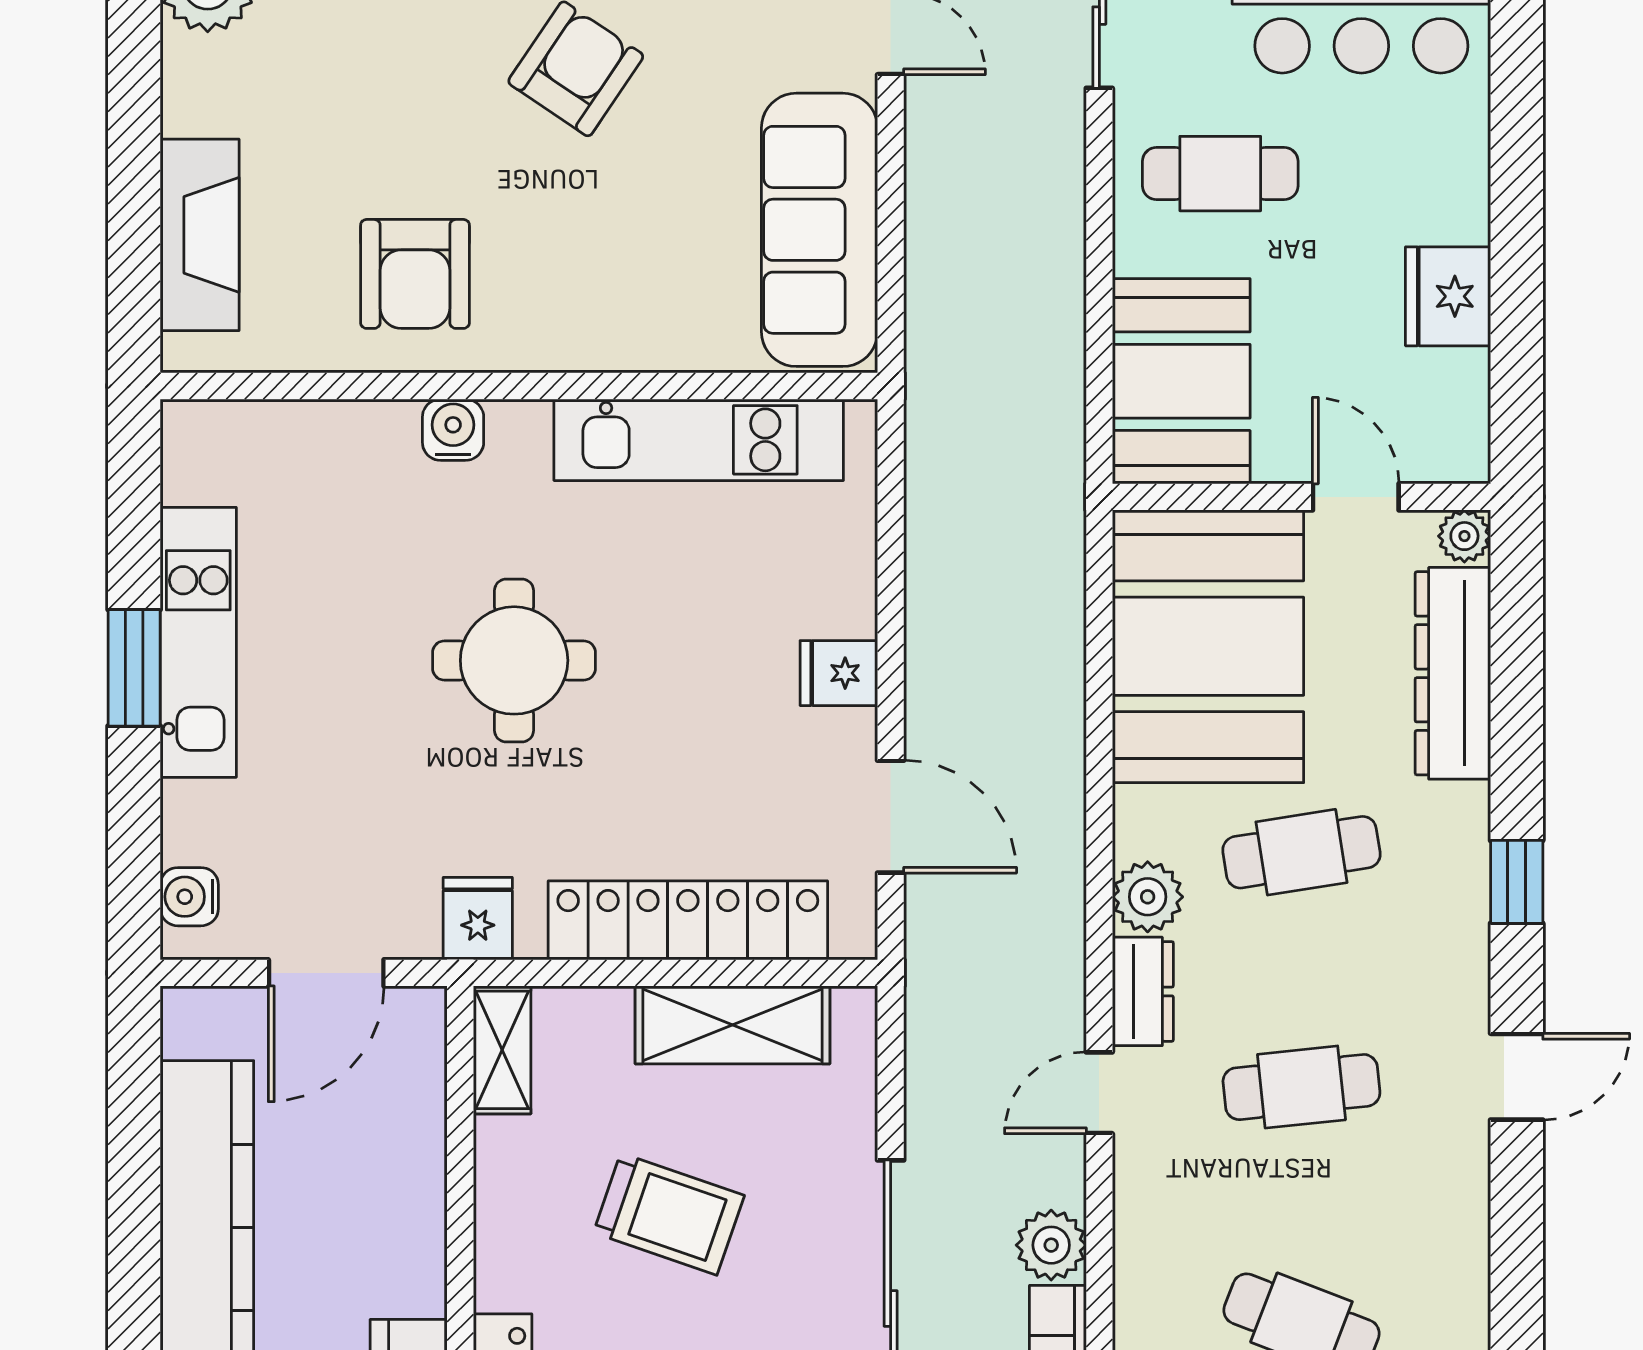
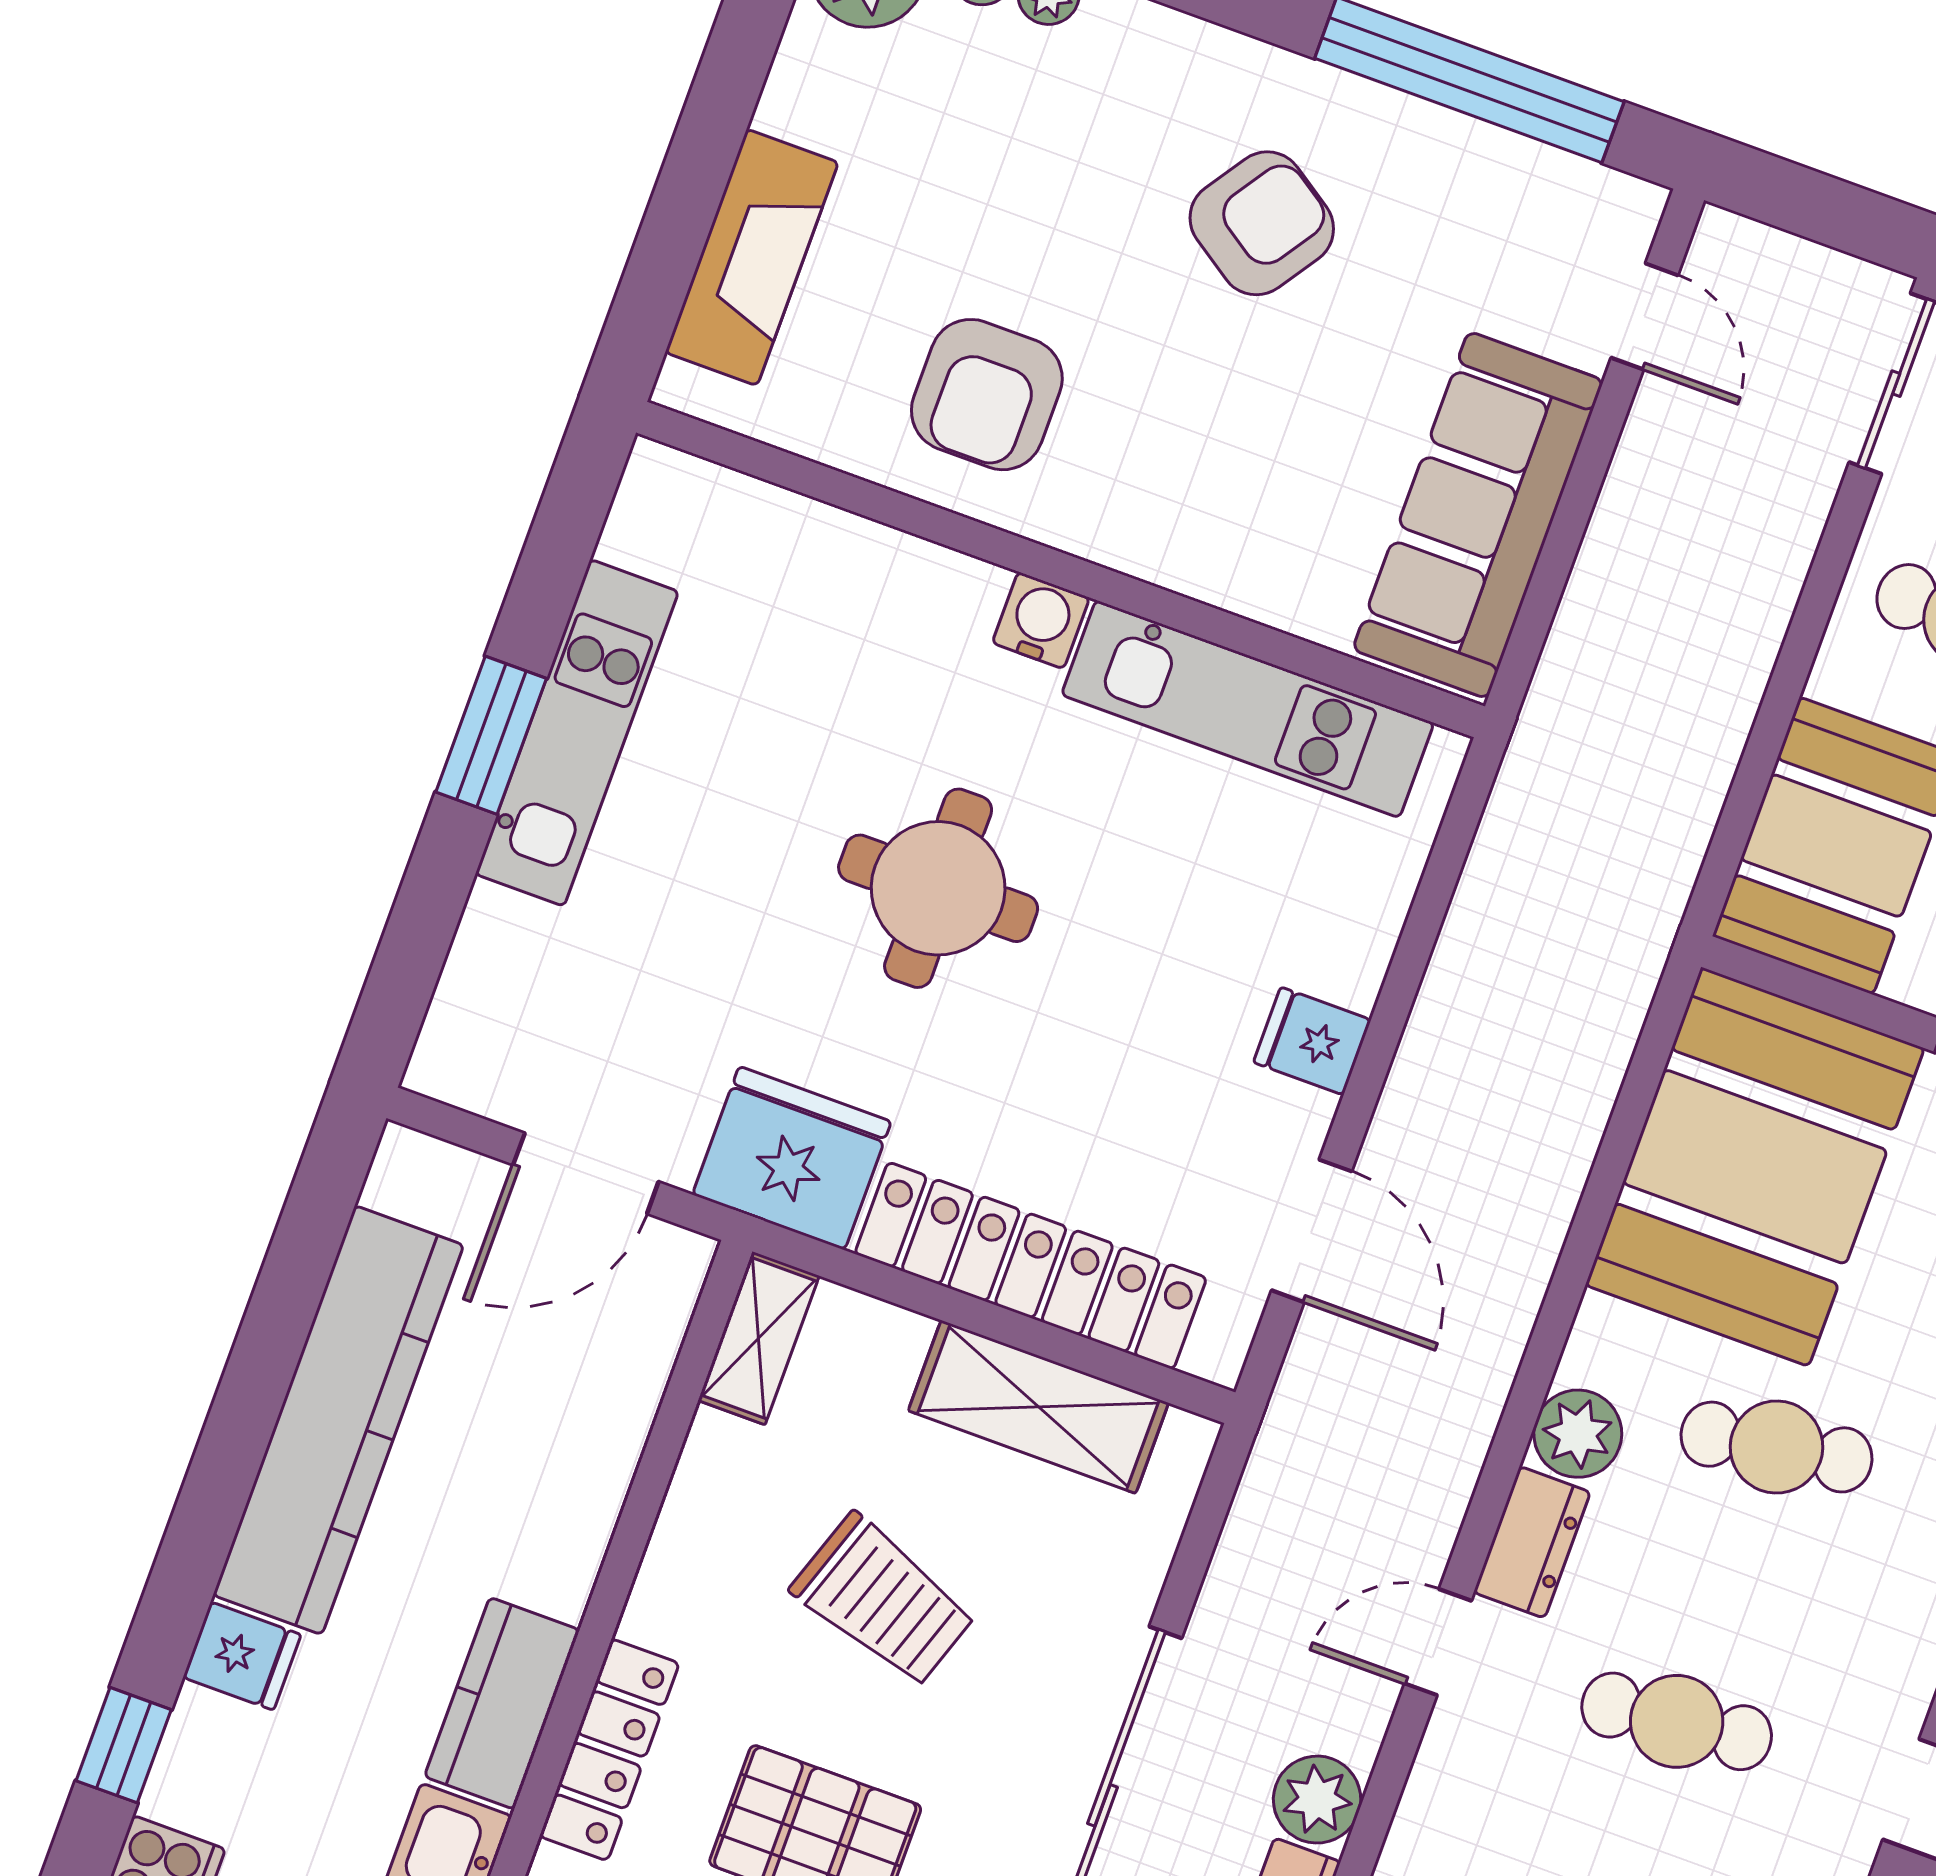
water cooler: (453, 430) -> (1041, 620), moved
water cooler: (189, 897) -> (458, 1026), removed
fridge: (478, 919) -> (792, 1158), width x1.88, depth x1.34

